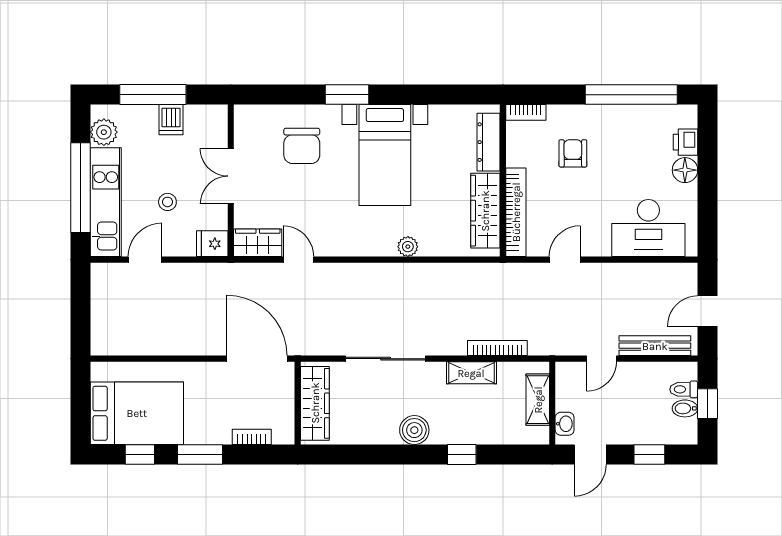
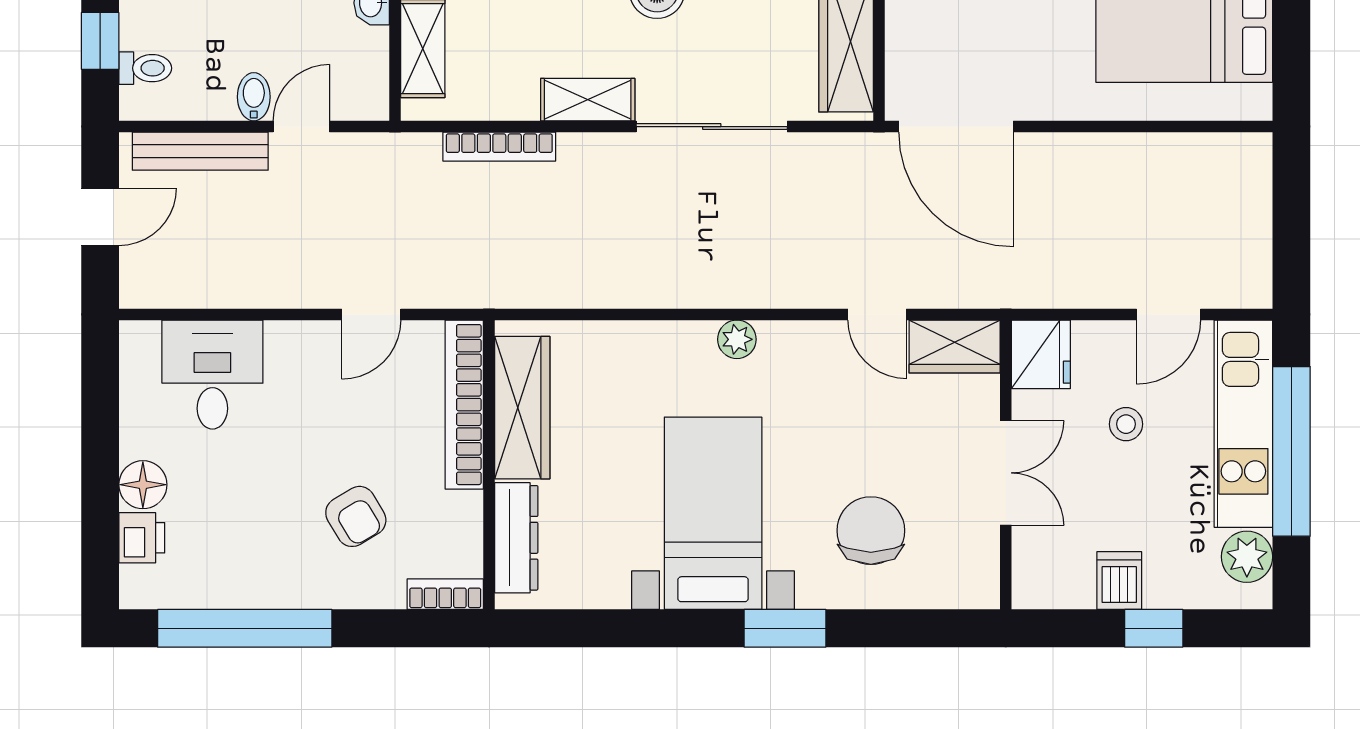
window: (153, 95) -> (1154, 628), width x0.46
armchair: (573, 153) -> (356, 516), turned -31
desk: (648, 228) -> (212, 375), width x0.73
fridge: (212, 244) -> (1041, 354), width x1.38
plant: (408, 247) -> (737, 339), moved
shelving: (471, 373) -> (588, 100), moved
bidet: (685, 408) -> (254, 97), moved, turned -90

